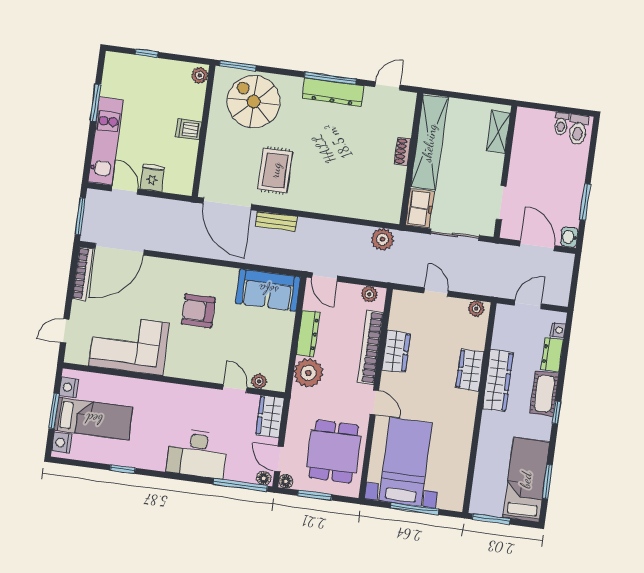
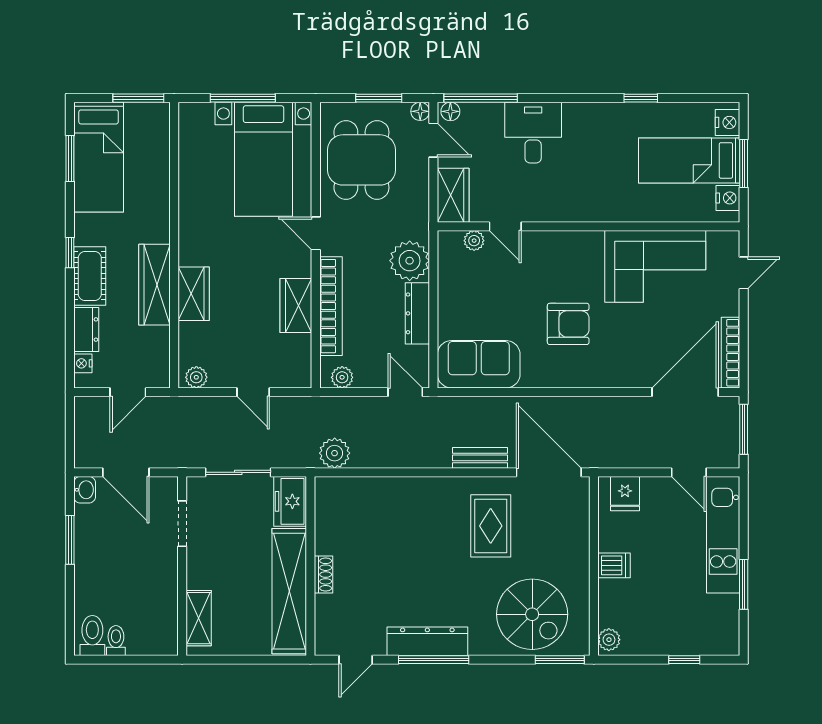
fridge: (152, 178) -> (625, 494), moved
desk: (197, 454) -> (533, 133), width x0.73

